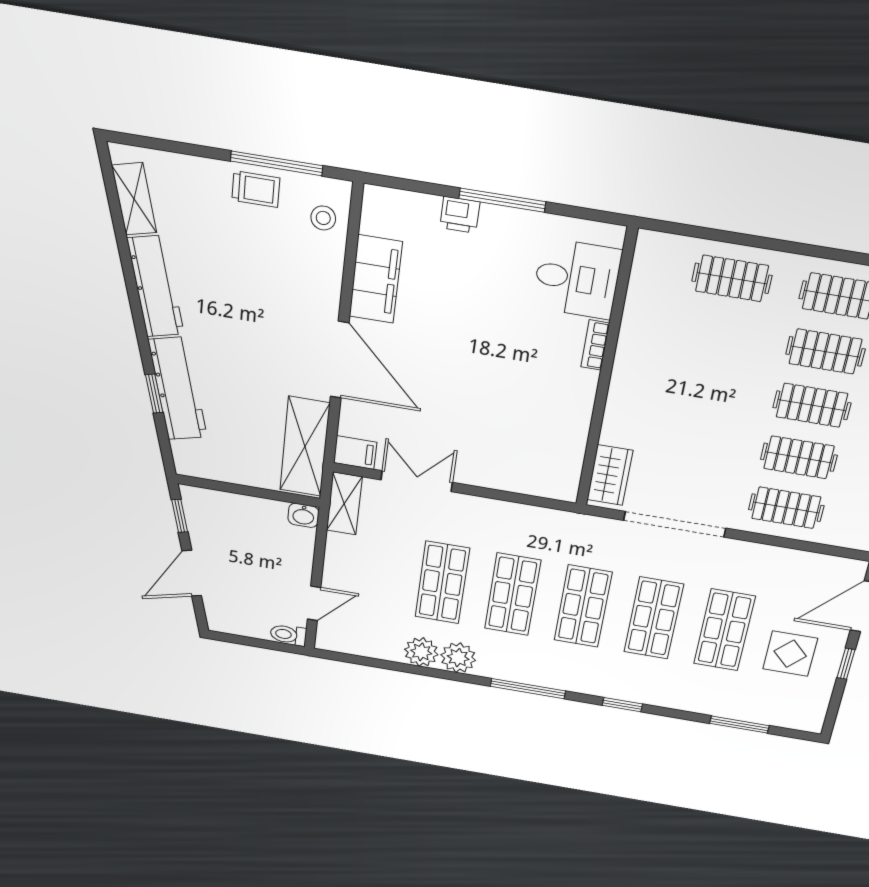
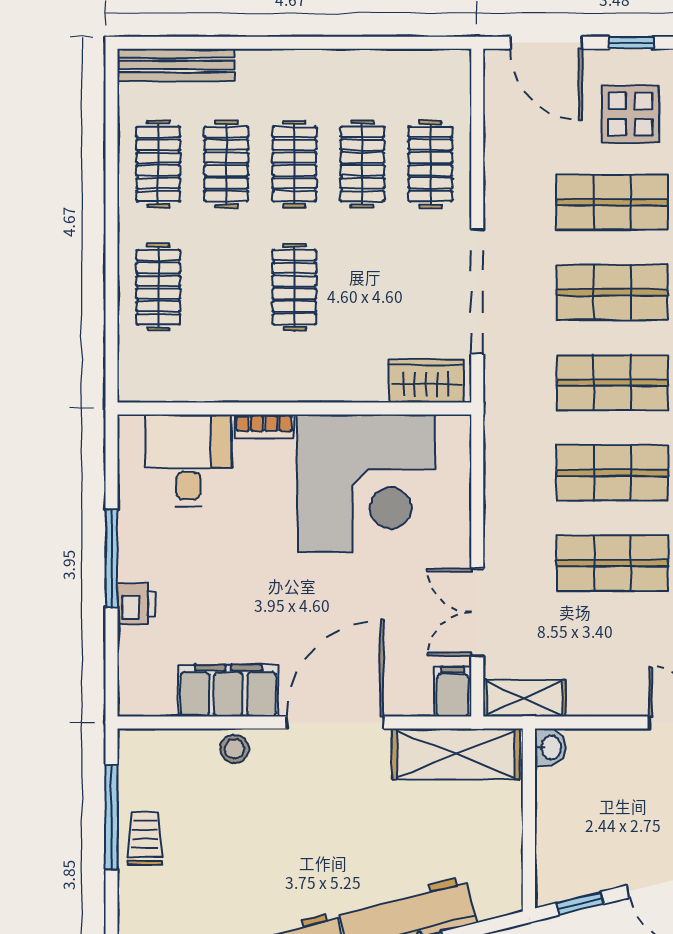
stool: (323, 218) -> (235, 749), moved
clothes rail: (708, 388) -> (294, 287), added
corner desk: (534, 416) -> (366, 483), added

